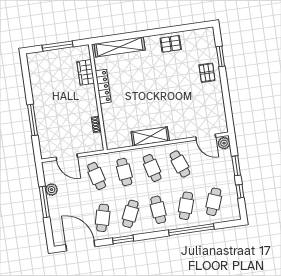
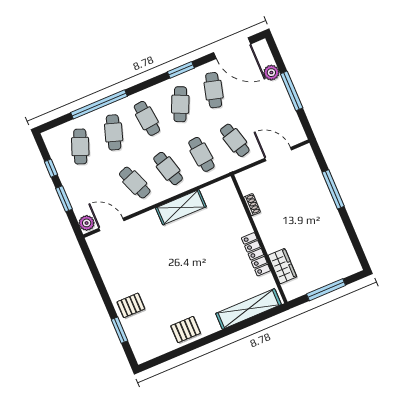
pallet: (207, 73) -> (131, 305), turned 90
plant: (52, 190) -> (271, 73), moved

